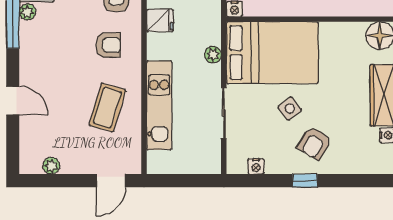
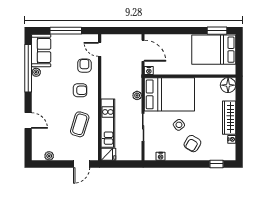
fridge: (160, 20) -> (108, 154), moved
window: (305, 181) -> (217, 164), moved

